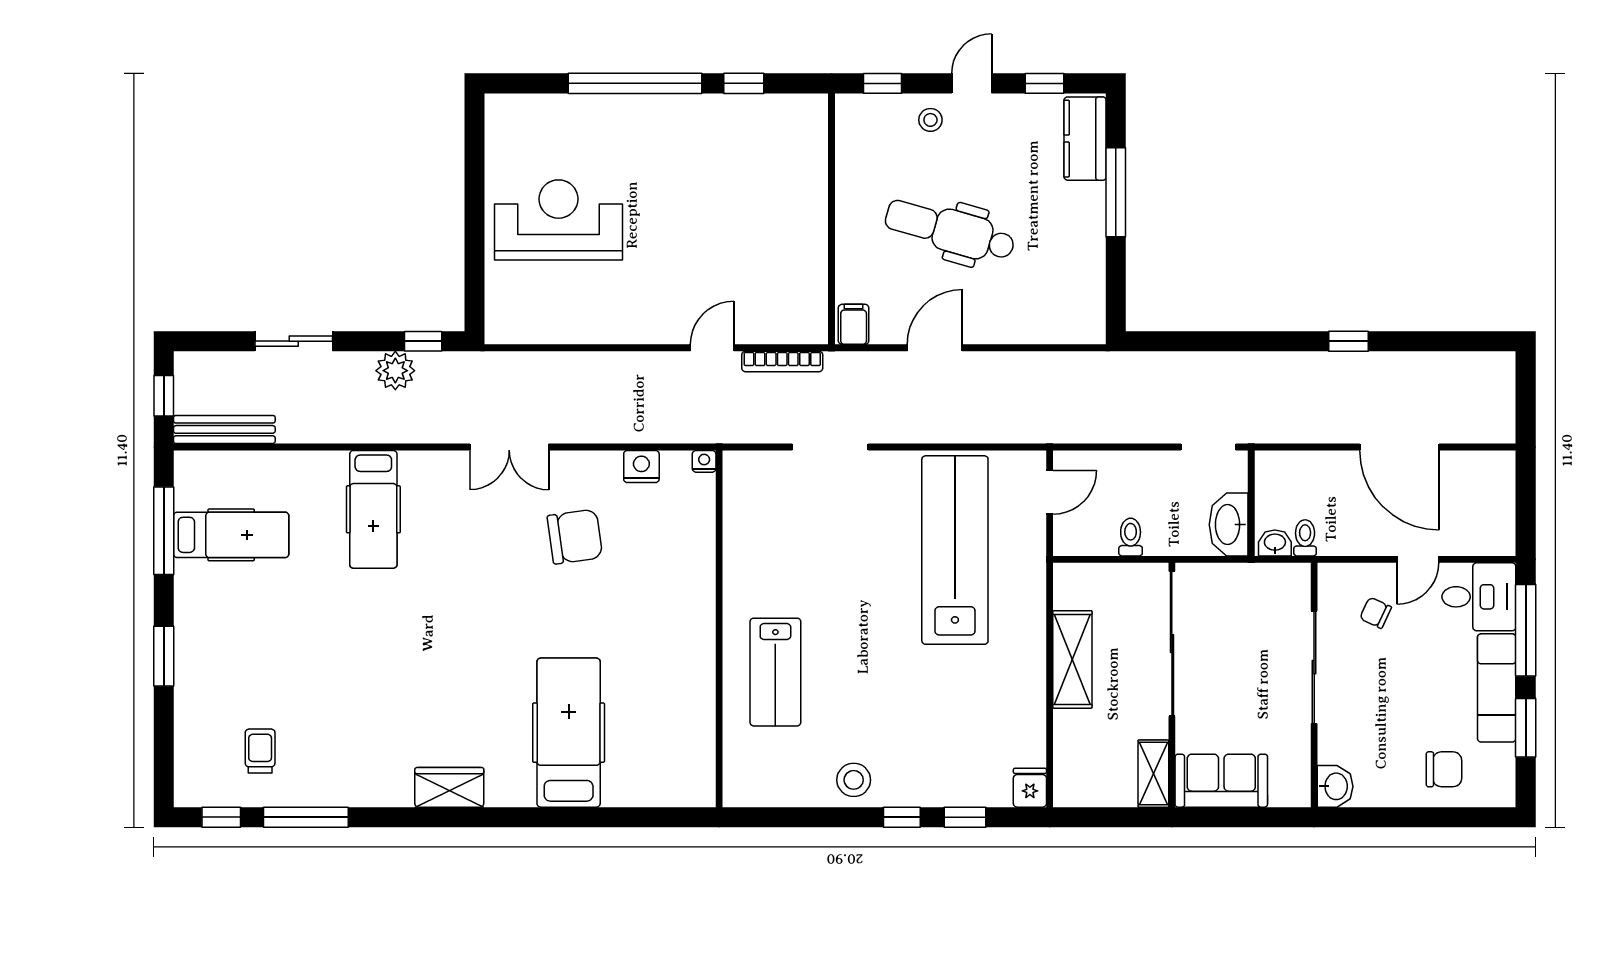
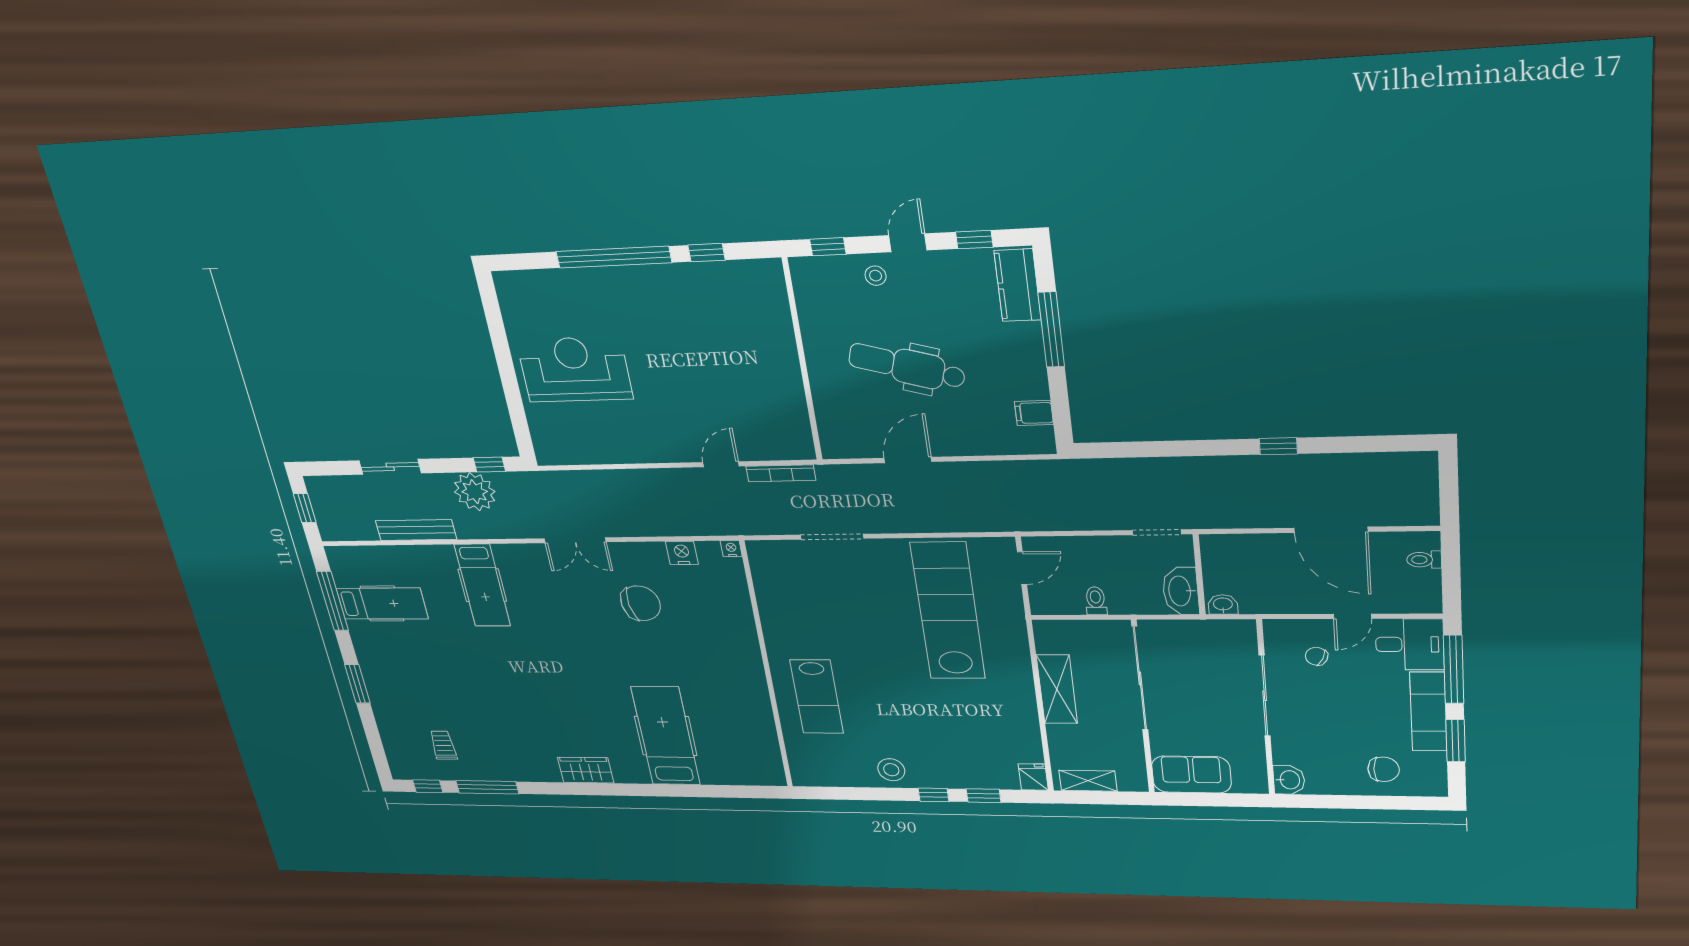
filing cabinet: (854, 324) -> (1034, 413), moved, turned -90
plant: (395, 371) -> (475, 492), width x1.36, depth x1.36
bench: (224, 429) -> (416, 530), moved
toilet: (1305, 538) -> (1424, 560), moved, turned -90
shelving: (1153, 774) -> (1088, 781), moved, turned 90

